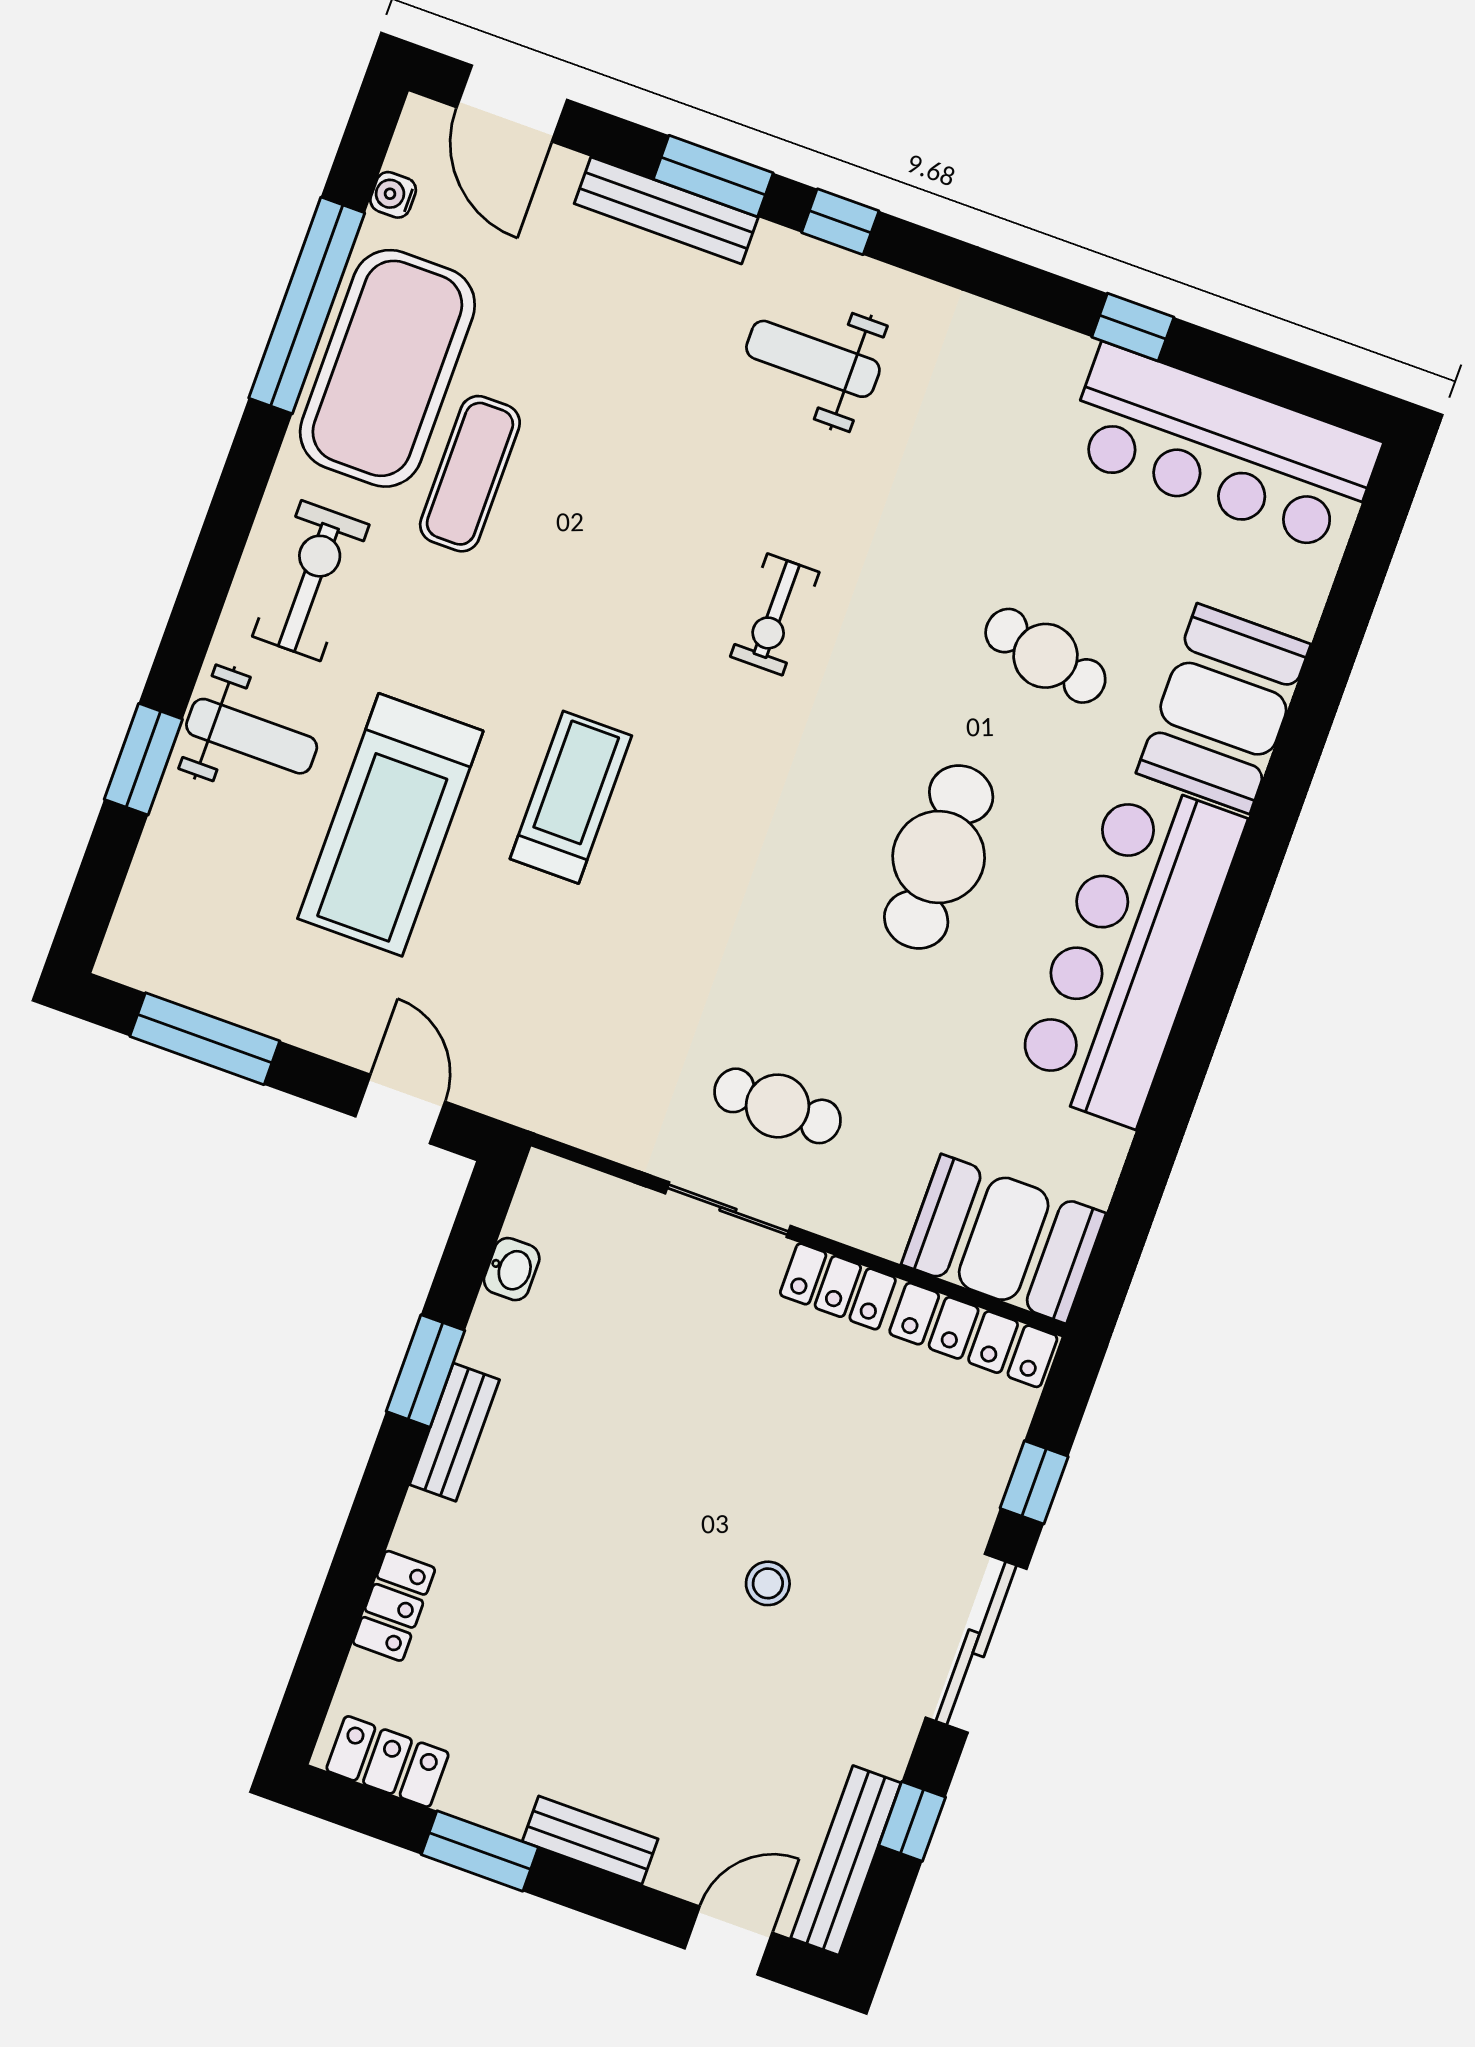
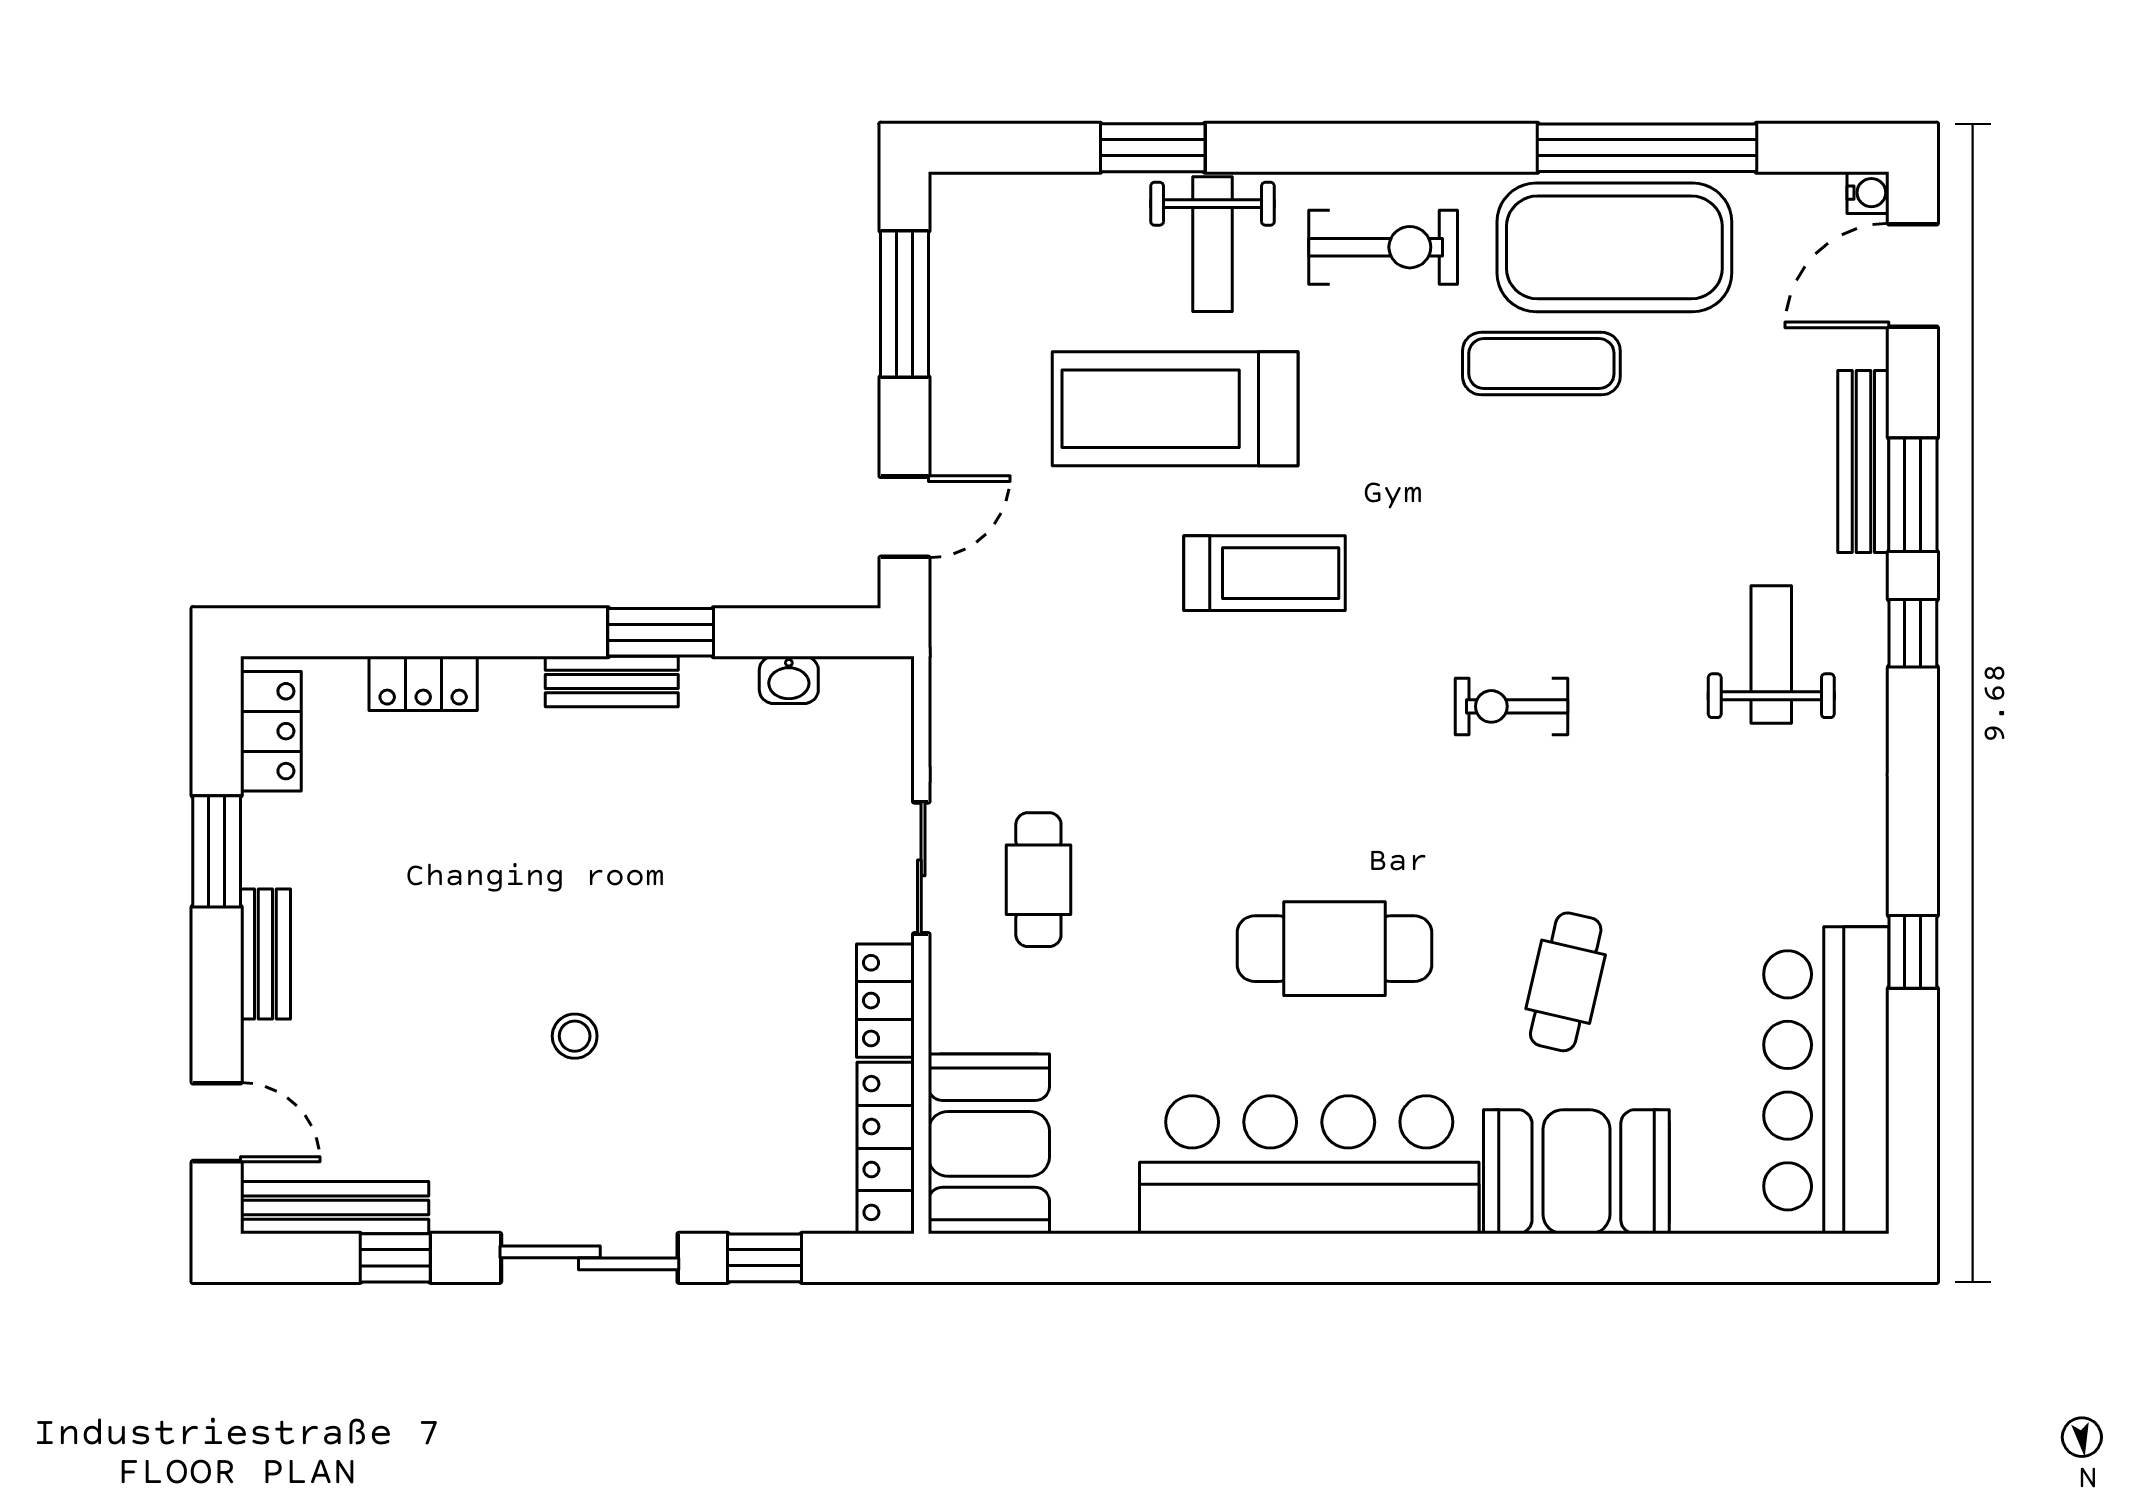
water cooler: (393, 195) -> (1868, 193), moved, turned 90

